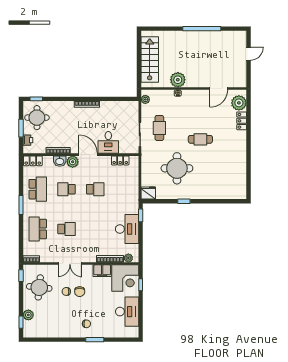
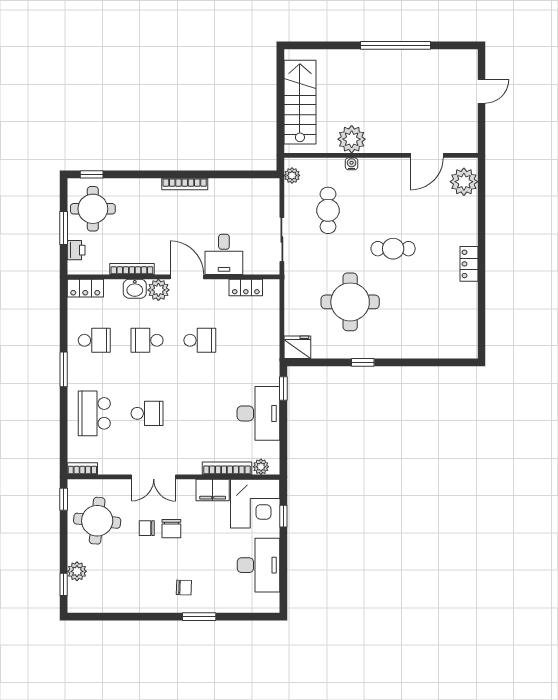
locker: (242, 121) -> (469, 264), moved
cafe table: (159, 128) -> (328, 210), moved
school desk: (38, 189) -> (94, 340), width x0.54

